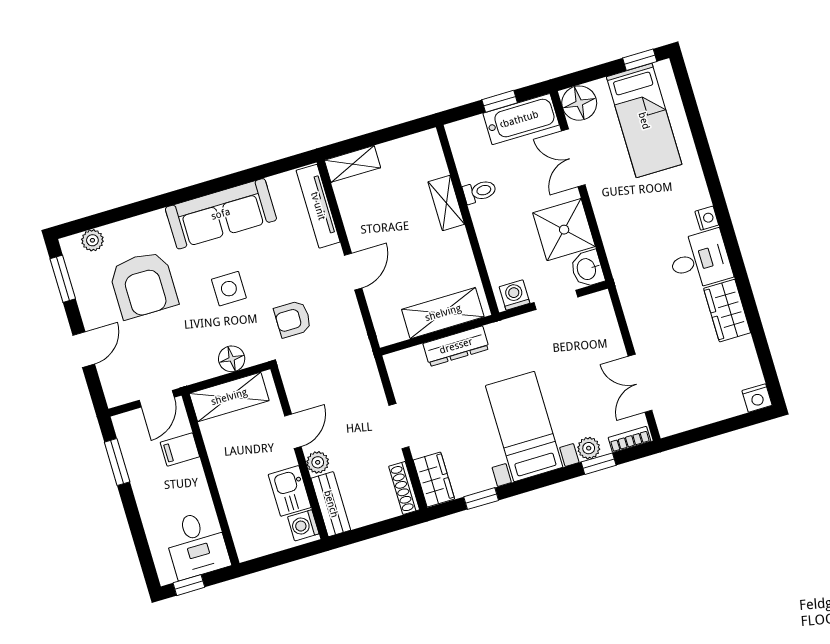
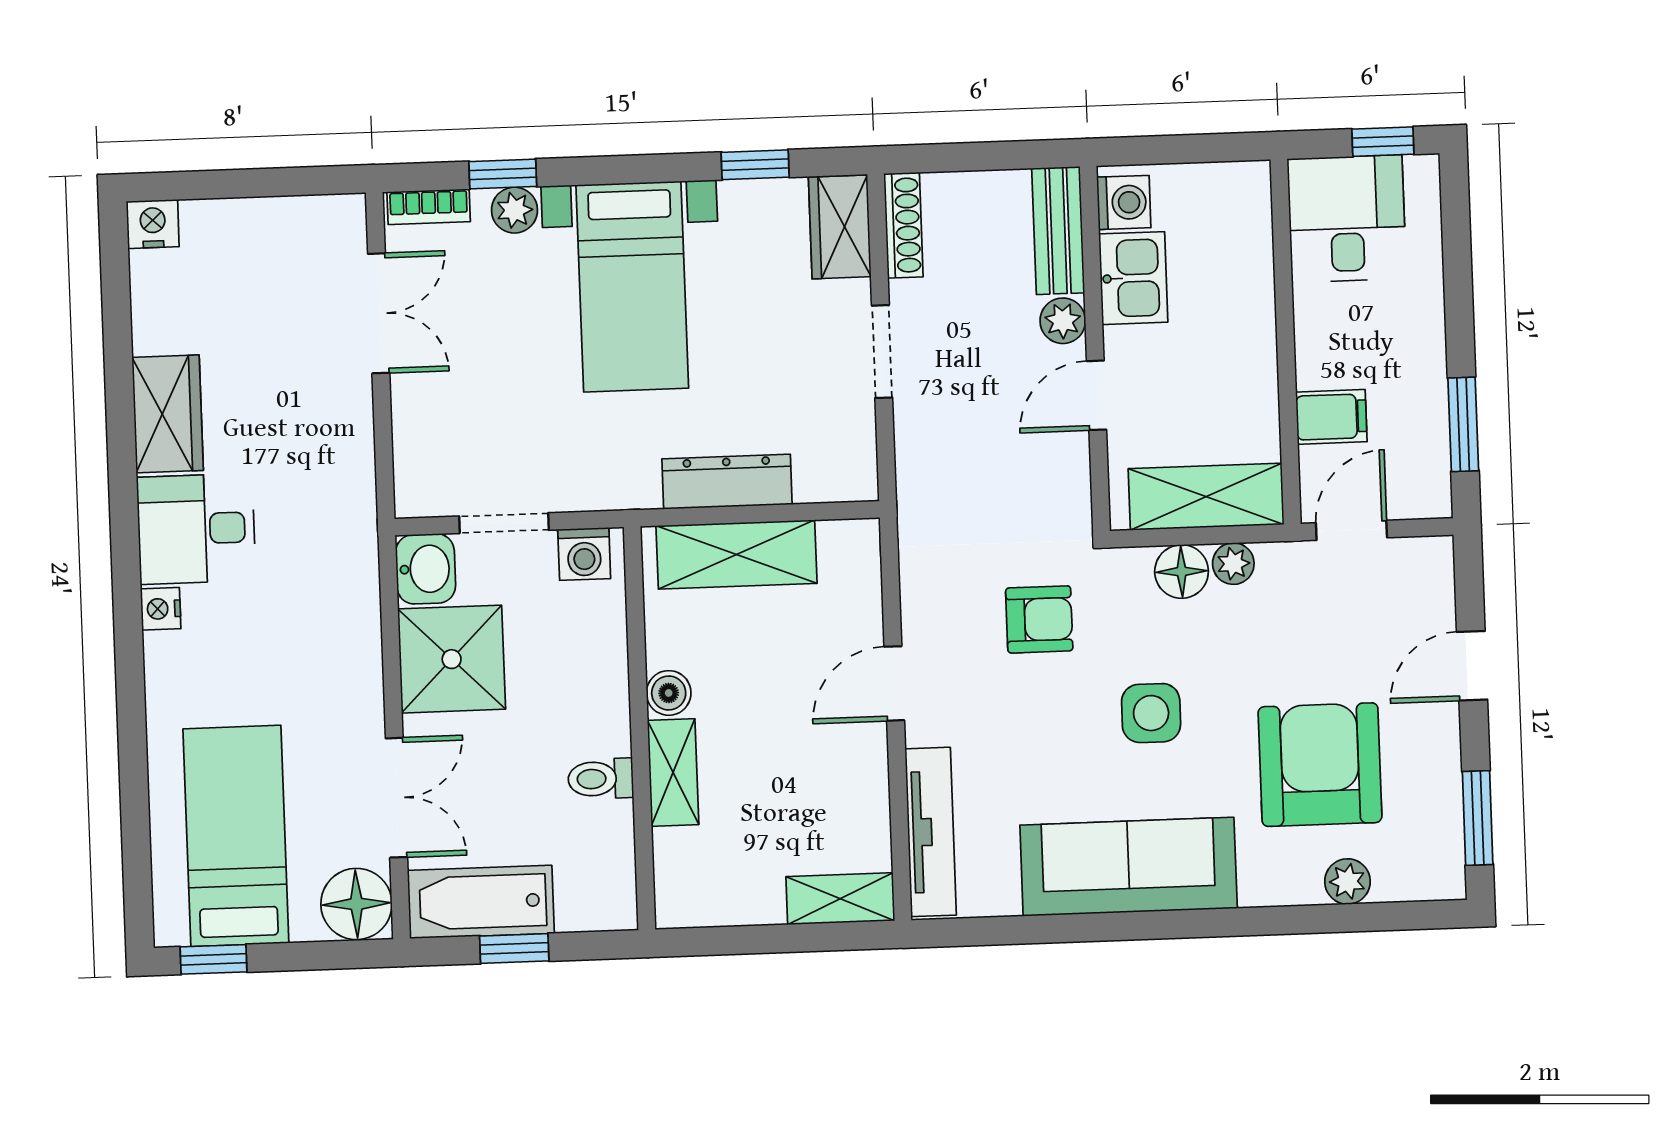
plant: (92, 240) -> (1348, 881), moved
boiler: (458, 240) -> (669, 693), added
plant: (208, 369) -> (1233, 564), added

